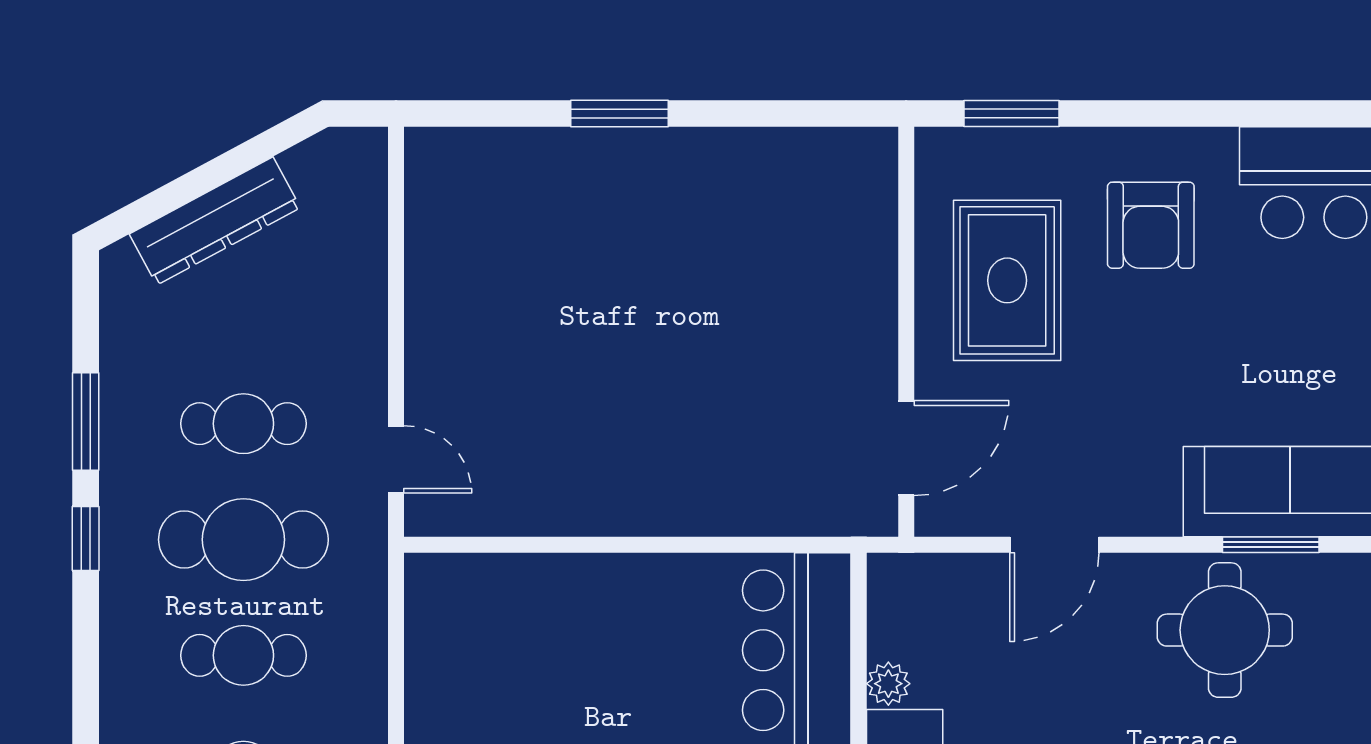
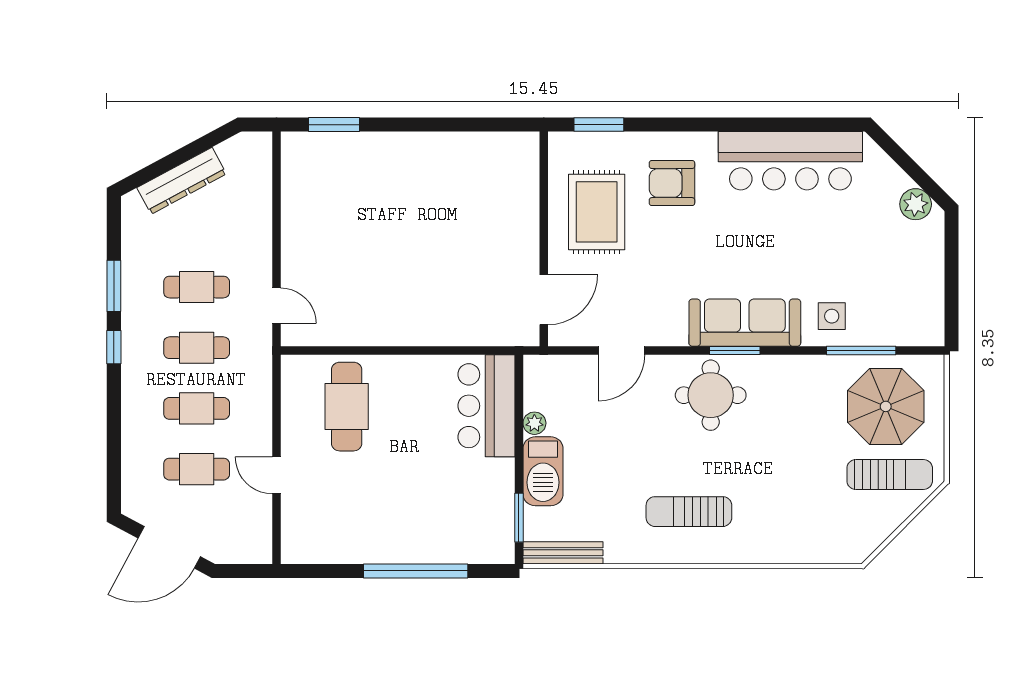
window: (620, 113) -> (334, 125), moved
armchair: (1151, 225) -> (672, 183), turned 90
cafe table: (243, 540) -> (197, 348), width x0.73, depth x0.74
cafe table: (530, 652) -> (347, 407), added

